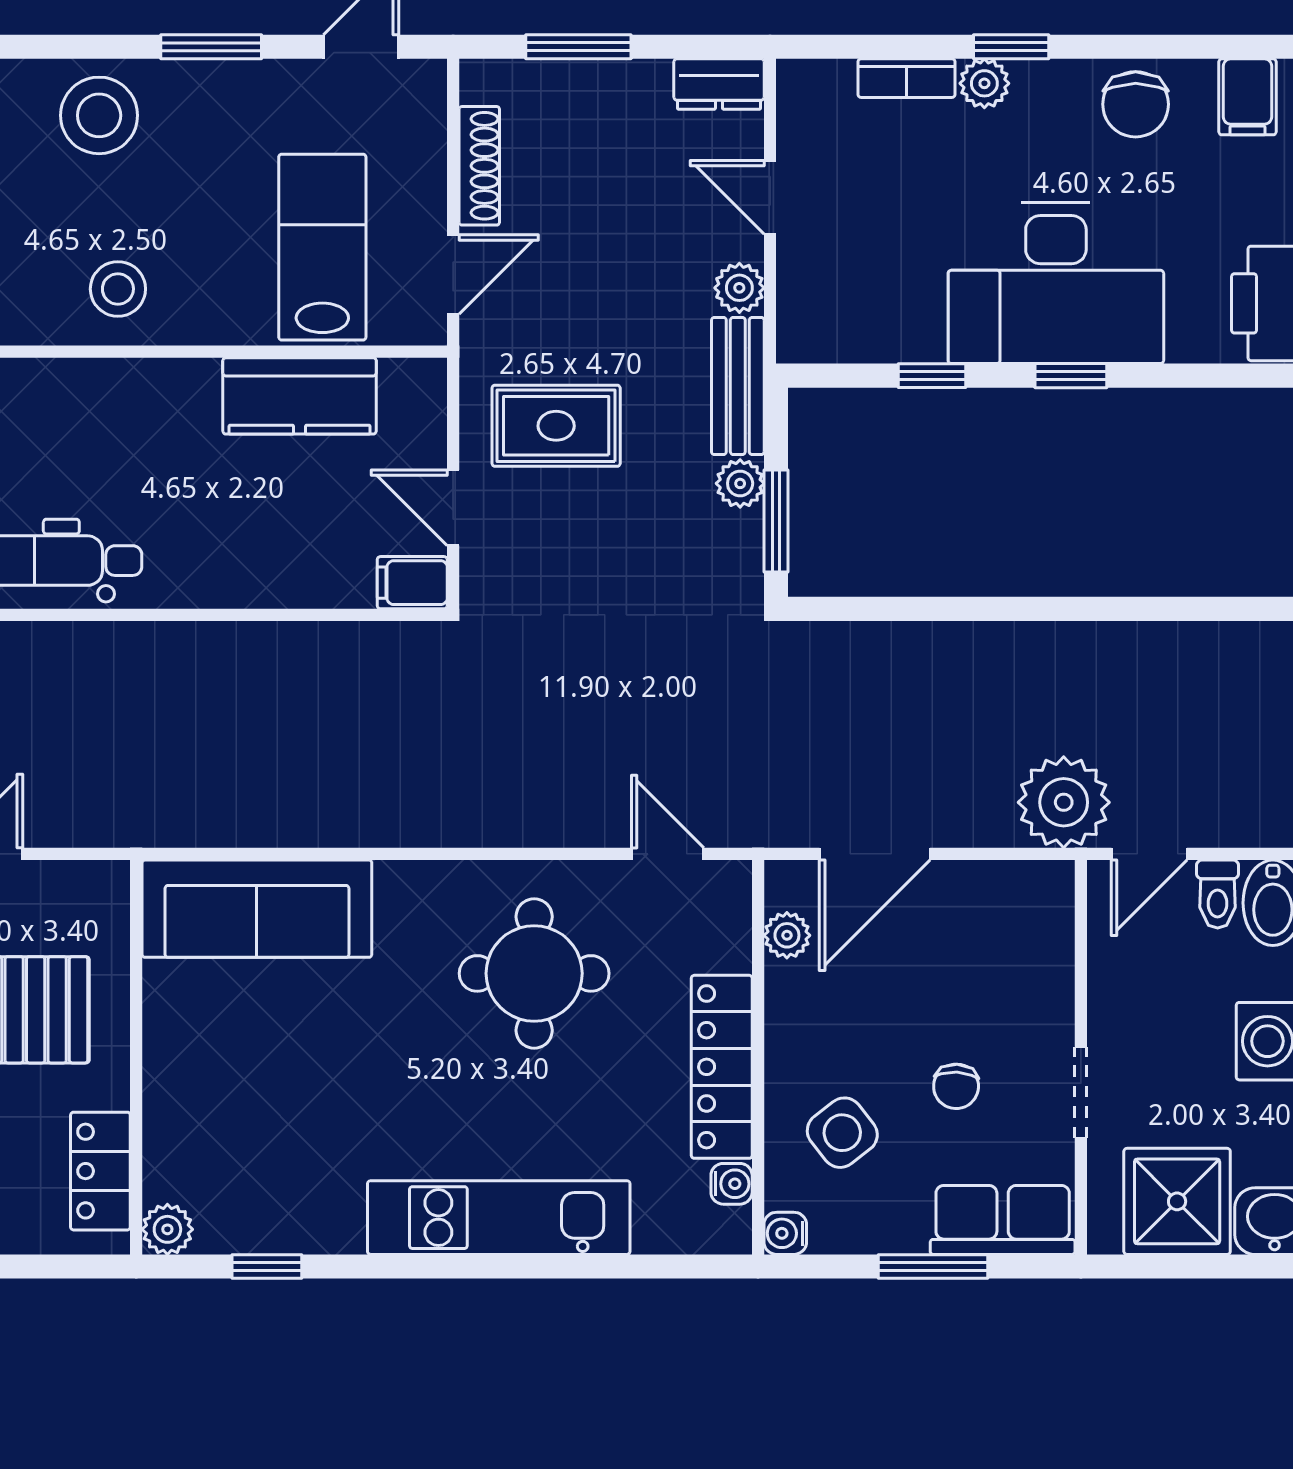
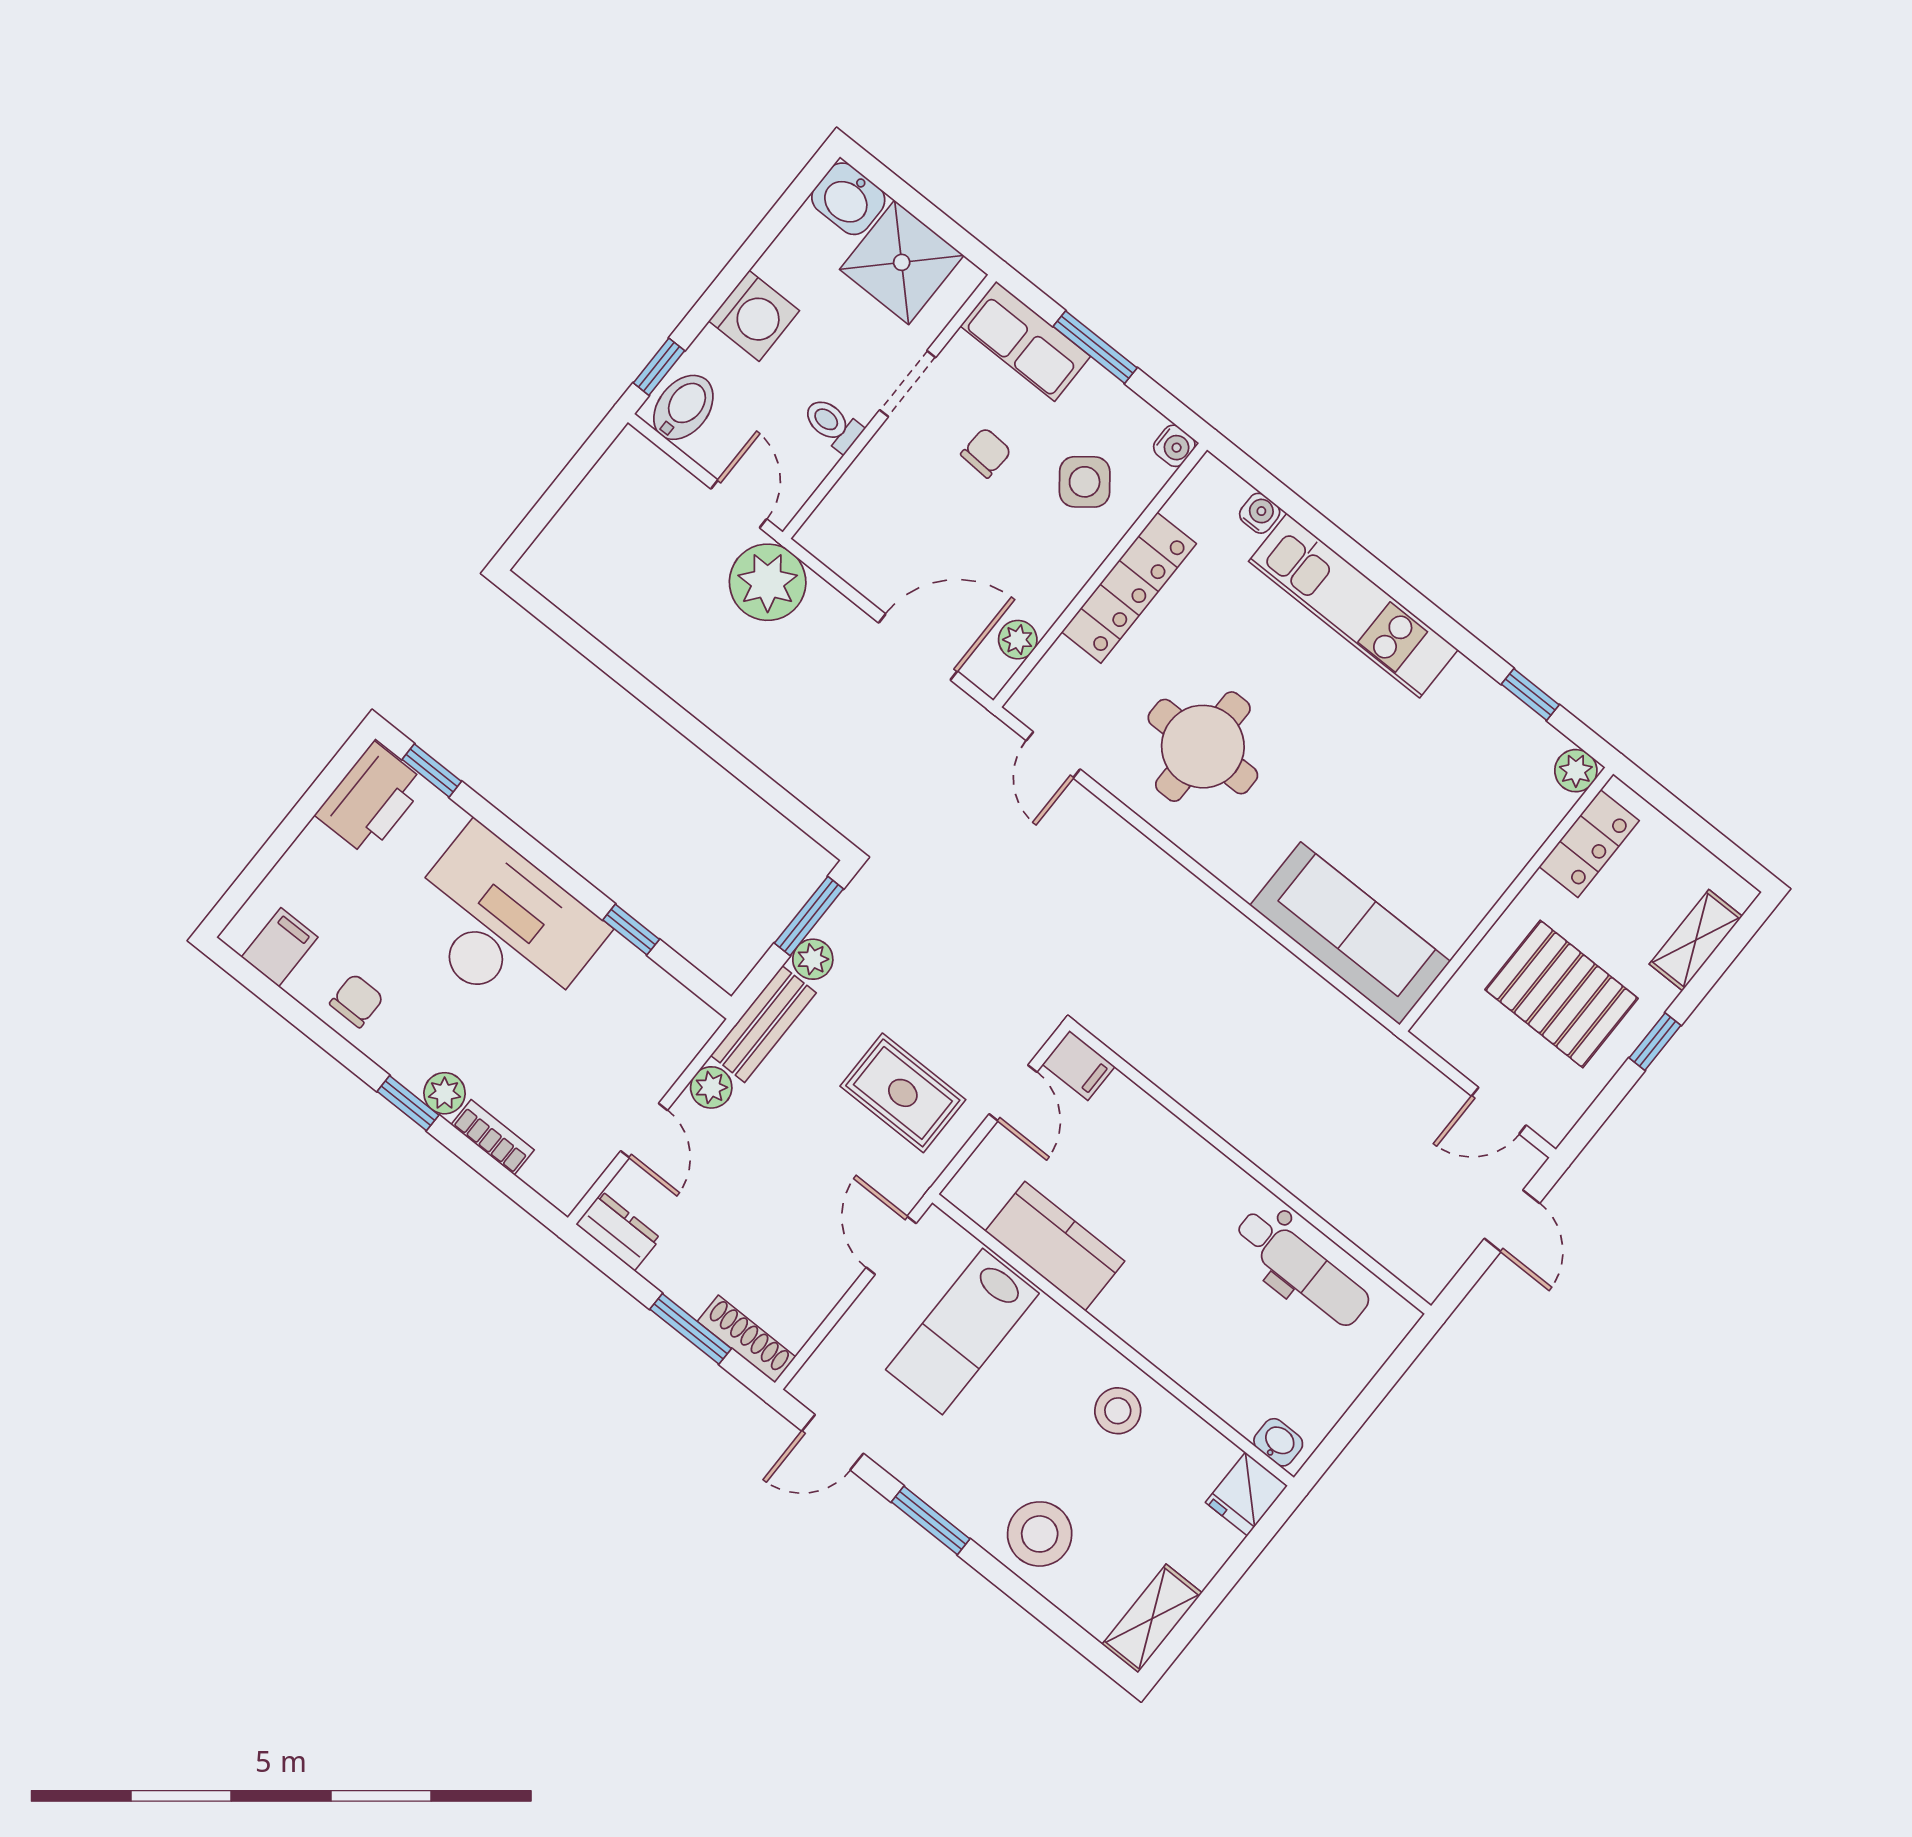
chair: (1136, 104) -> (357, 1001), width x0.73, depth x0.73
shoe rack: (479, 166) -> (747, 1339), moved, turned 90
door: (453, 274) -> (891, 1245), hinge flipped
window: (1071, 376) -> (432, 770), moved
door: (1149, 854) -> (739, 504), hinge flipped
toilet: (1218, 894) -> (832, 424), moved, turned -90
water cooler: (732, 1184) -> (1260, 513), moved, turned 90

